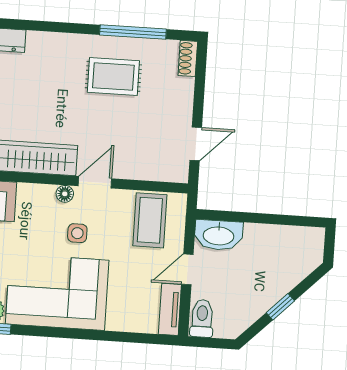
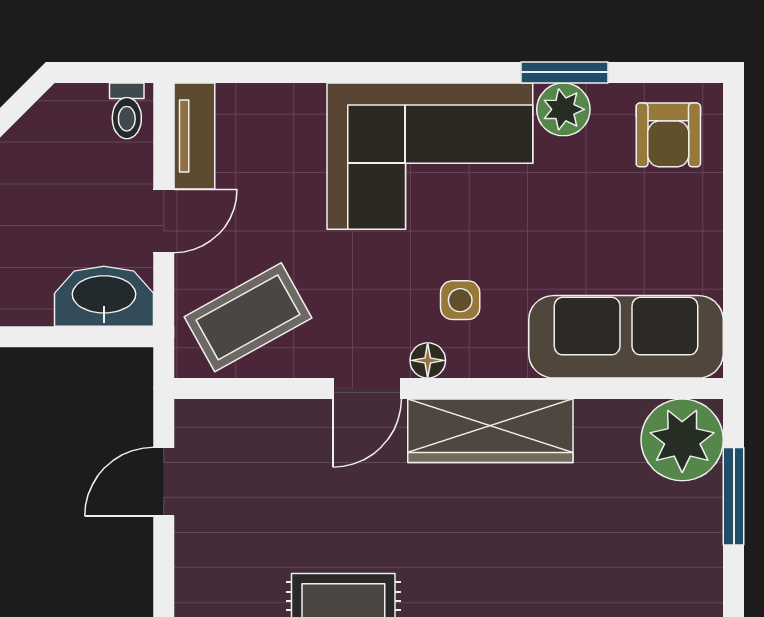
coffee table: (150, 220) -> (248, 317), turned 61
side table: (77, 233) -> (460, 300), moved
toilet: (202, 318) -> (127, 111), width x0.73, depth x0.72

